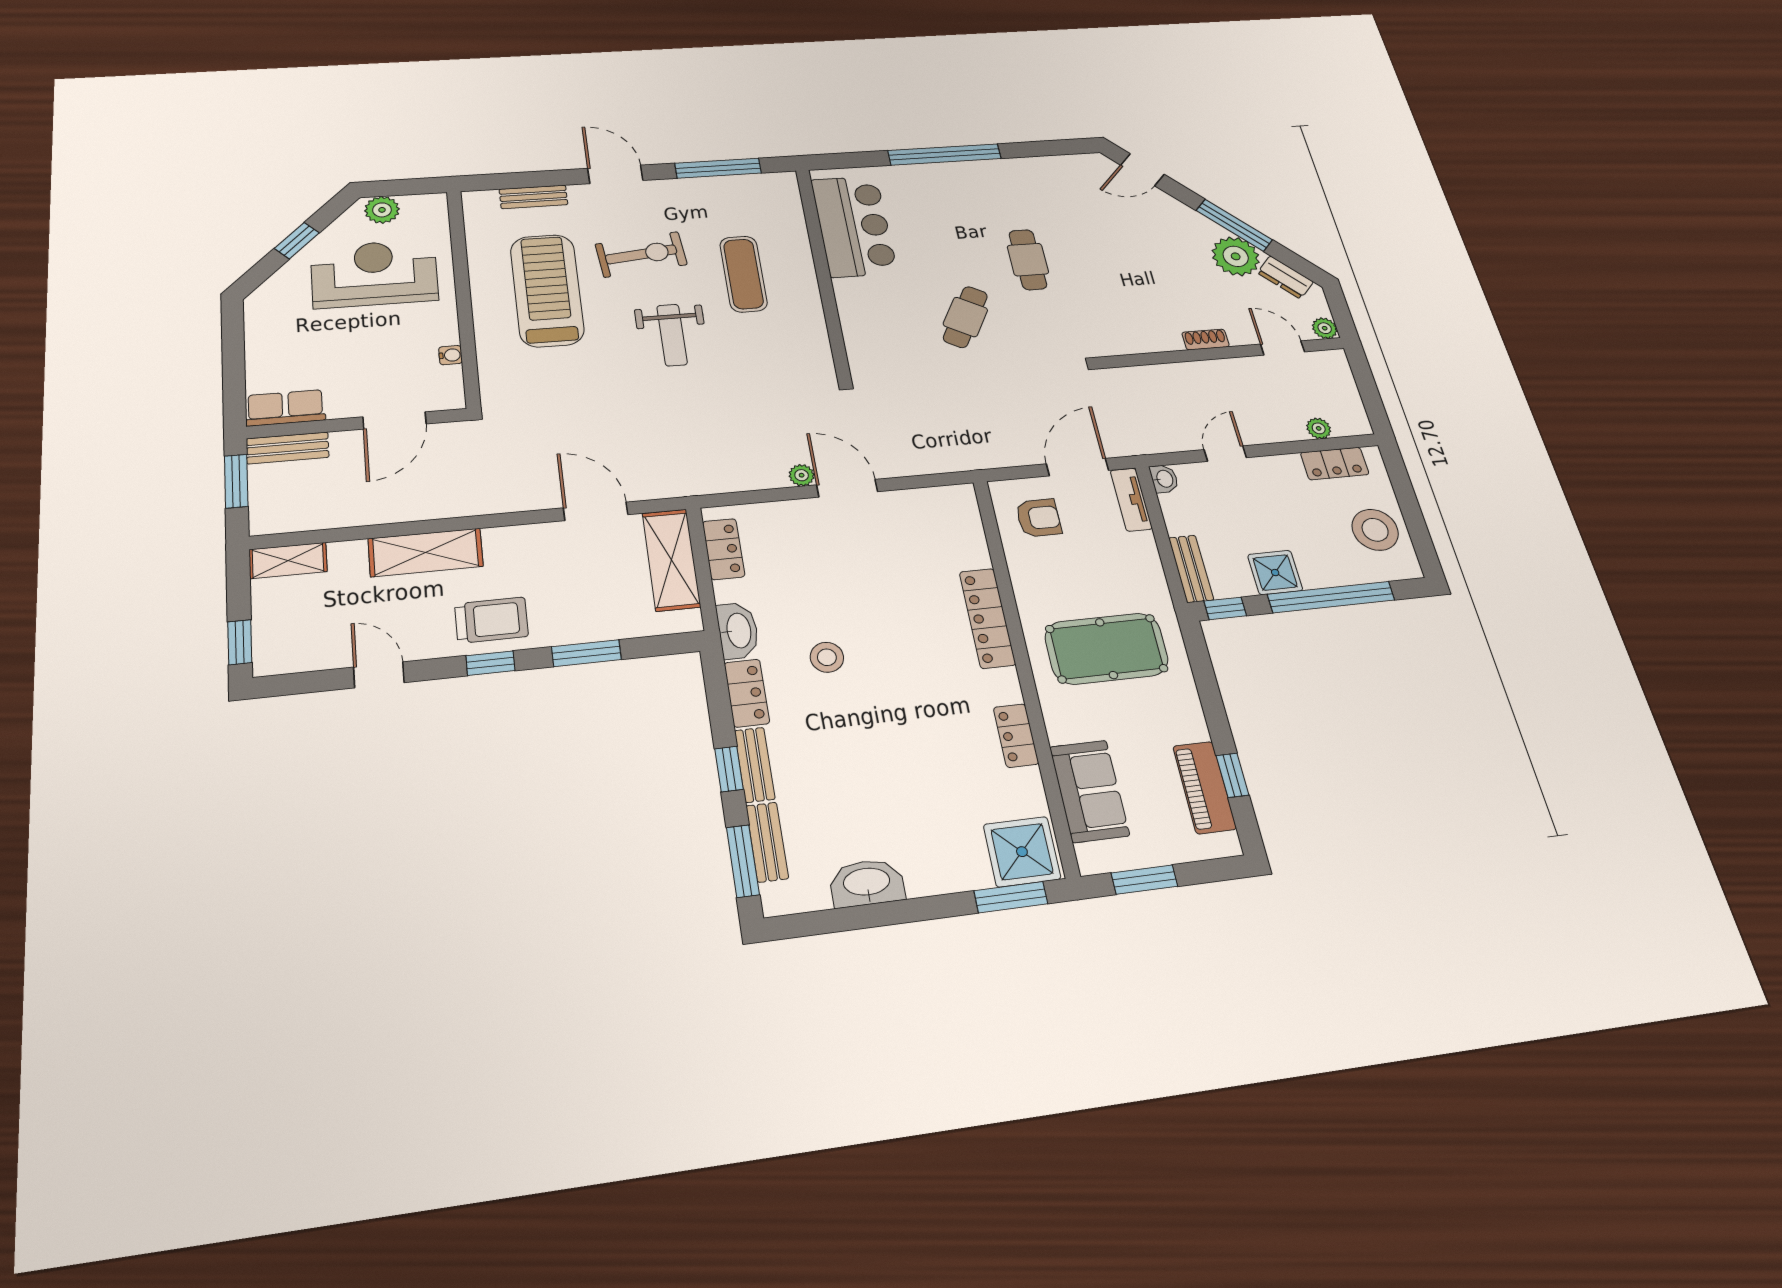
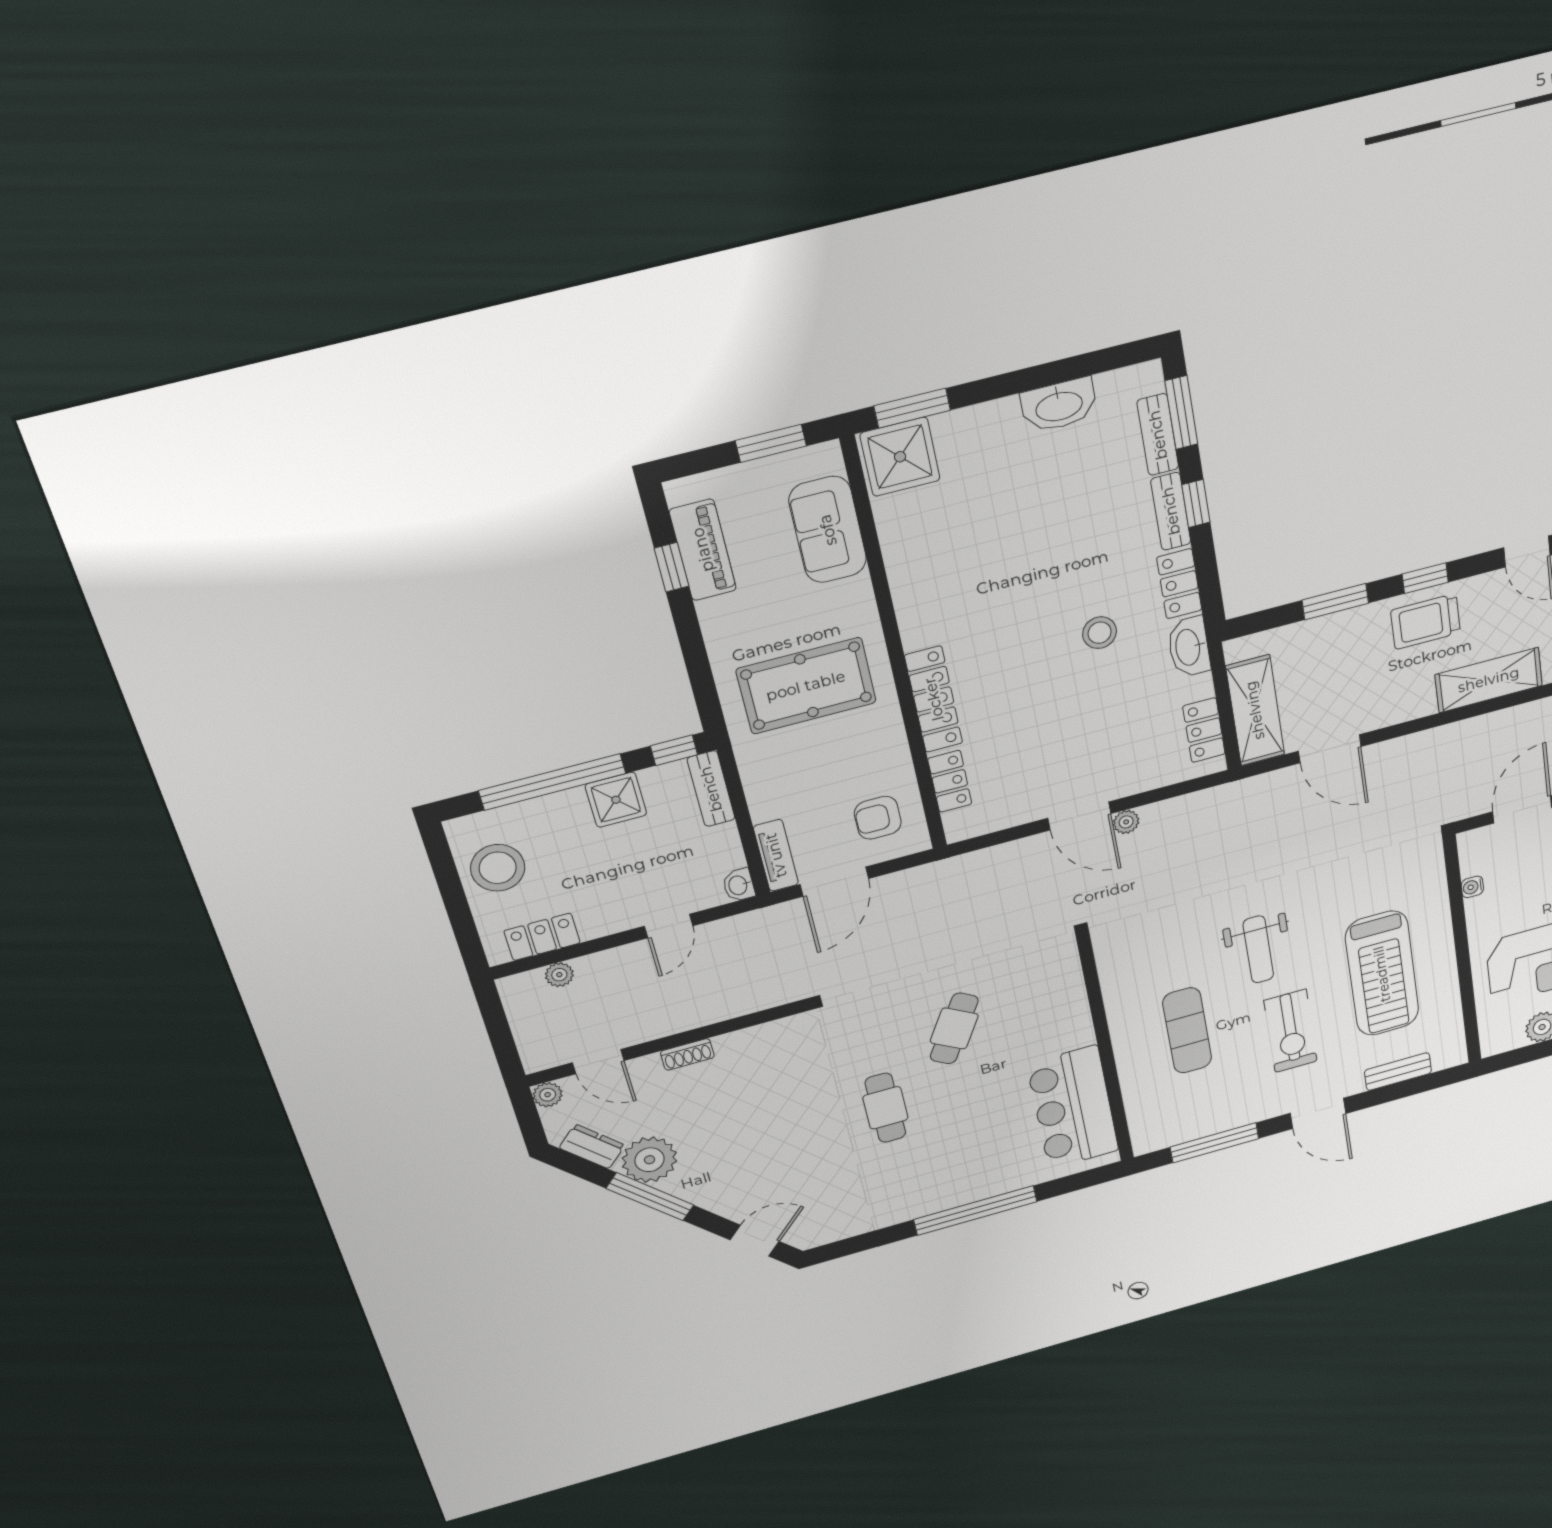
exercise bike: (641, 254) -> (1291, 1031), turned -84
weight bench: (672, 335) -> (1258, 949), turned 180
locker: (1016, 736) -> (950, 781), moved

